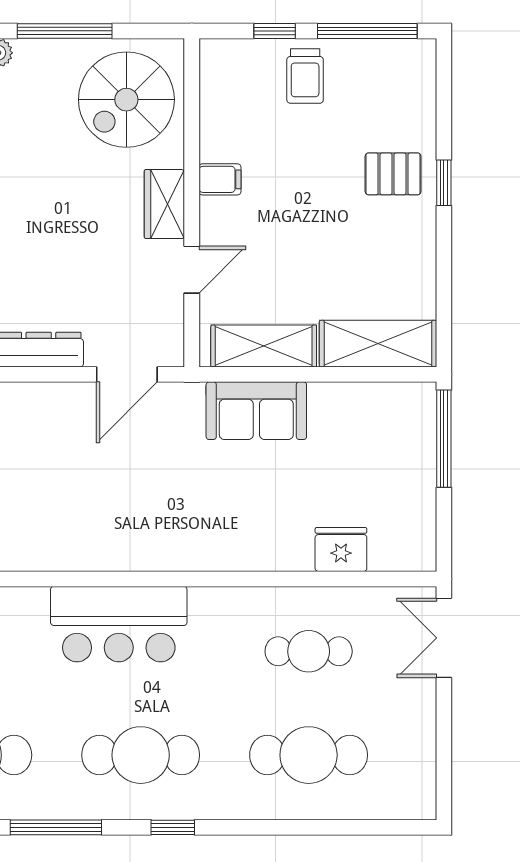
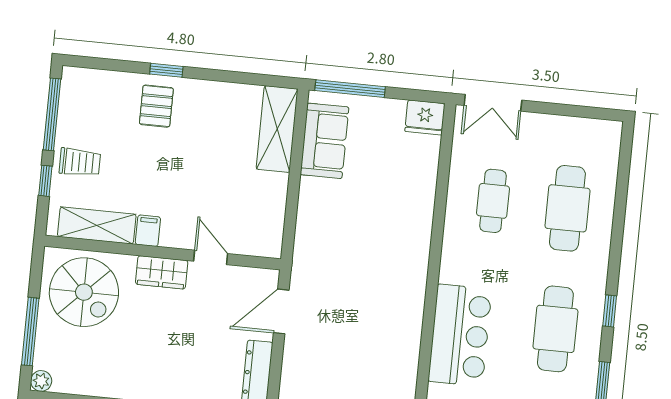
shelving: (264, 346) -> (97, 225), moved, turned 90
door: (127, 374) -> (281, 311), swing flipped
sofa: (256, 411) -> (325, 141), moved
fridge: (341, 549) -> (425, 117), moved, turned -90

